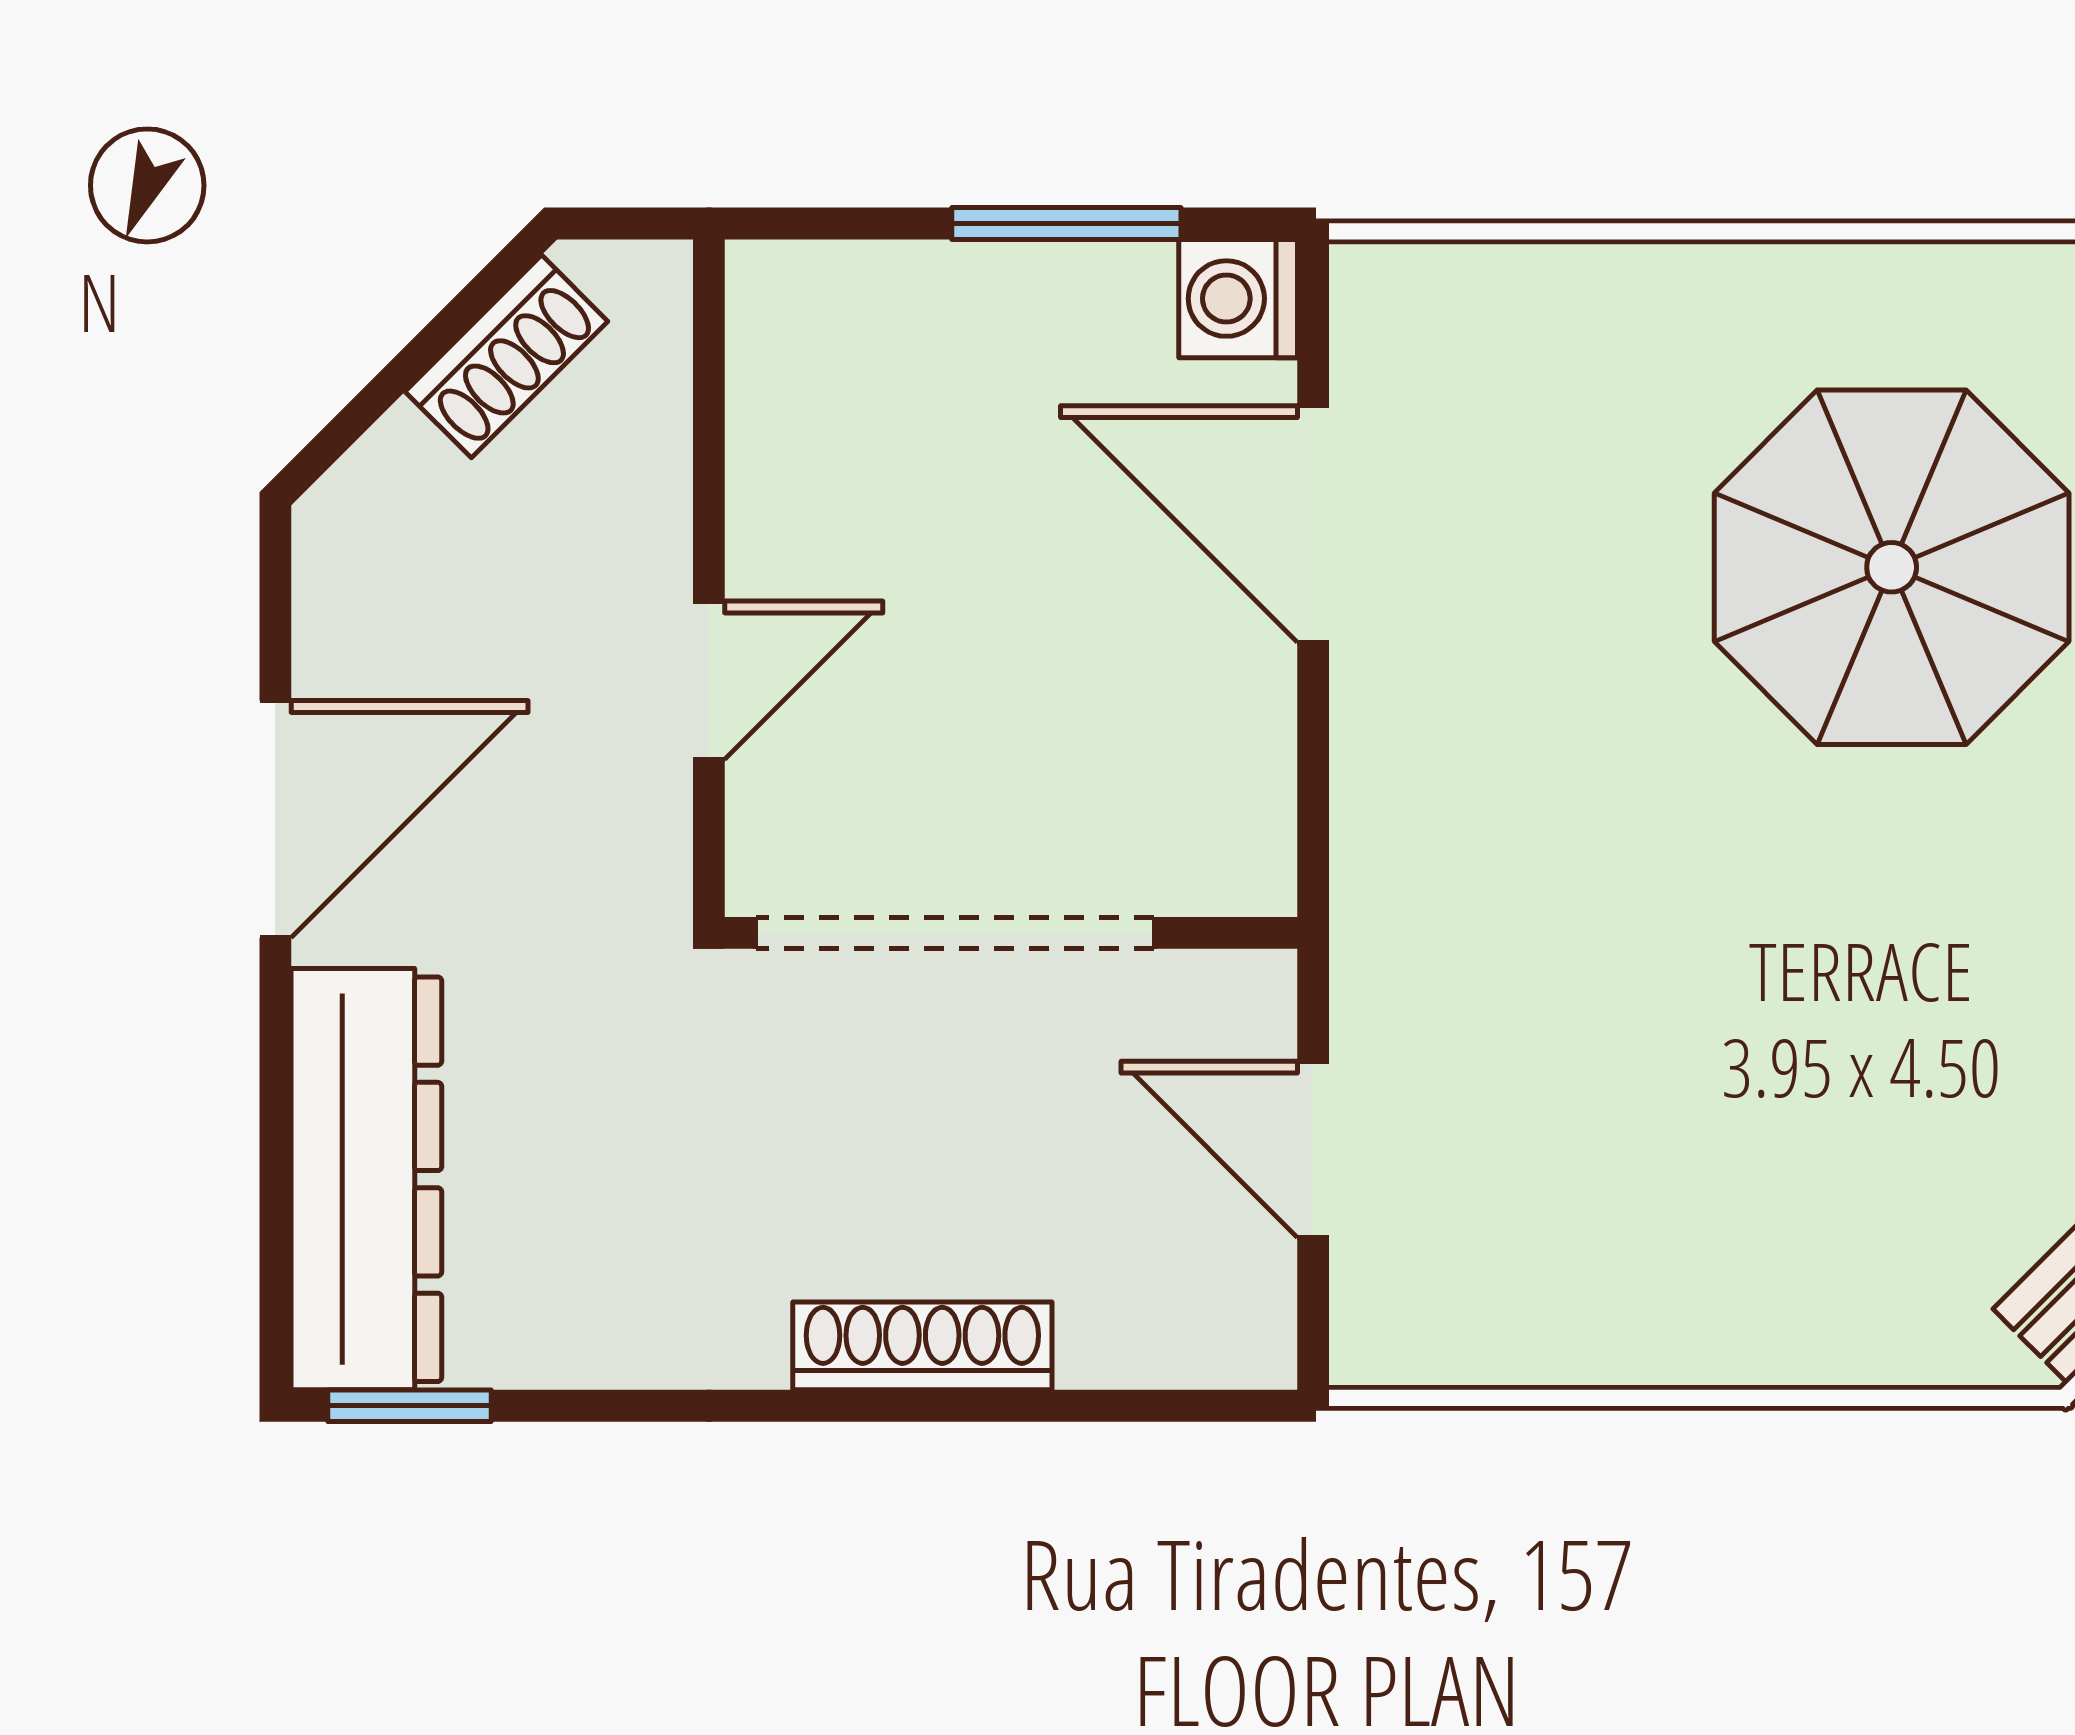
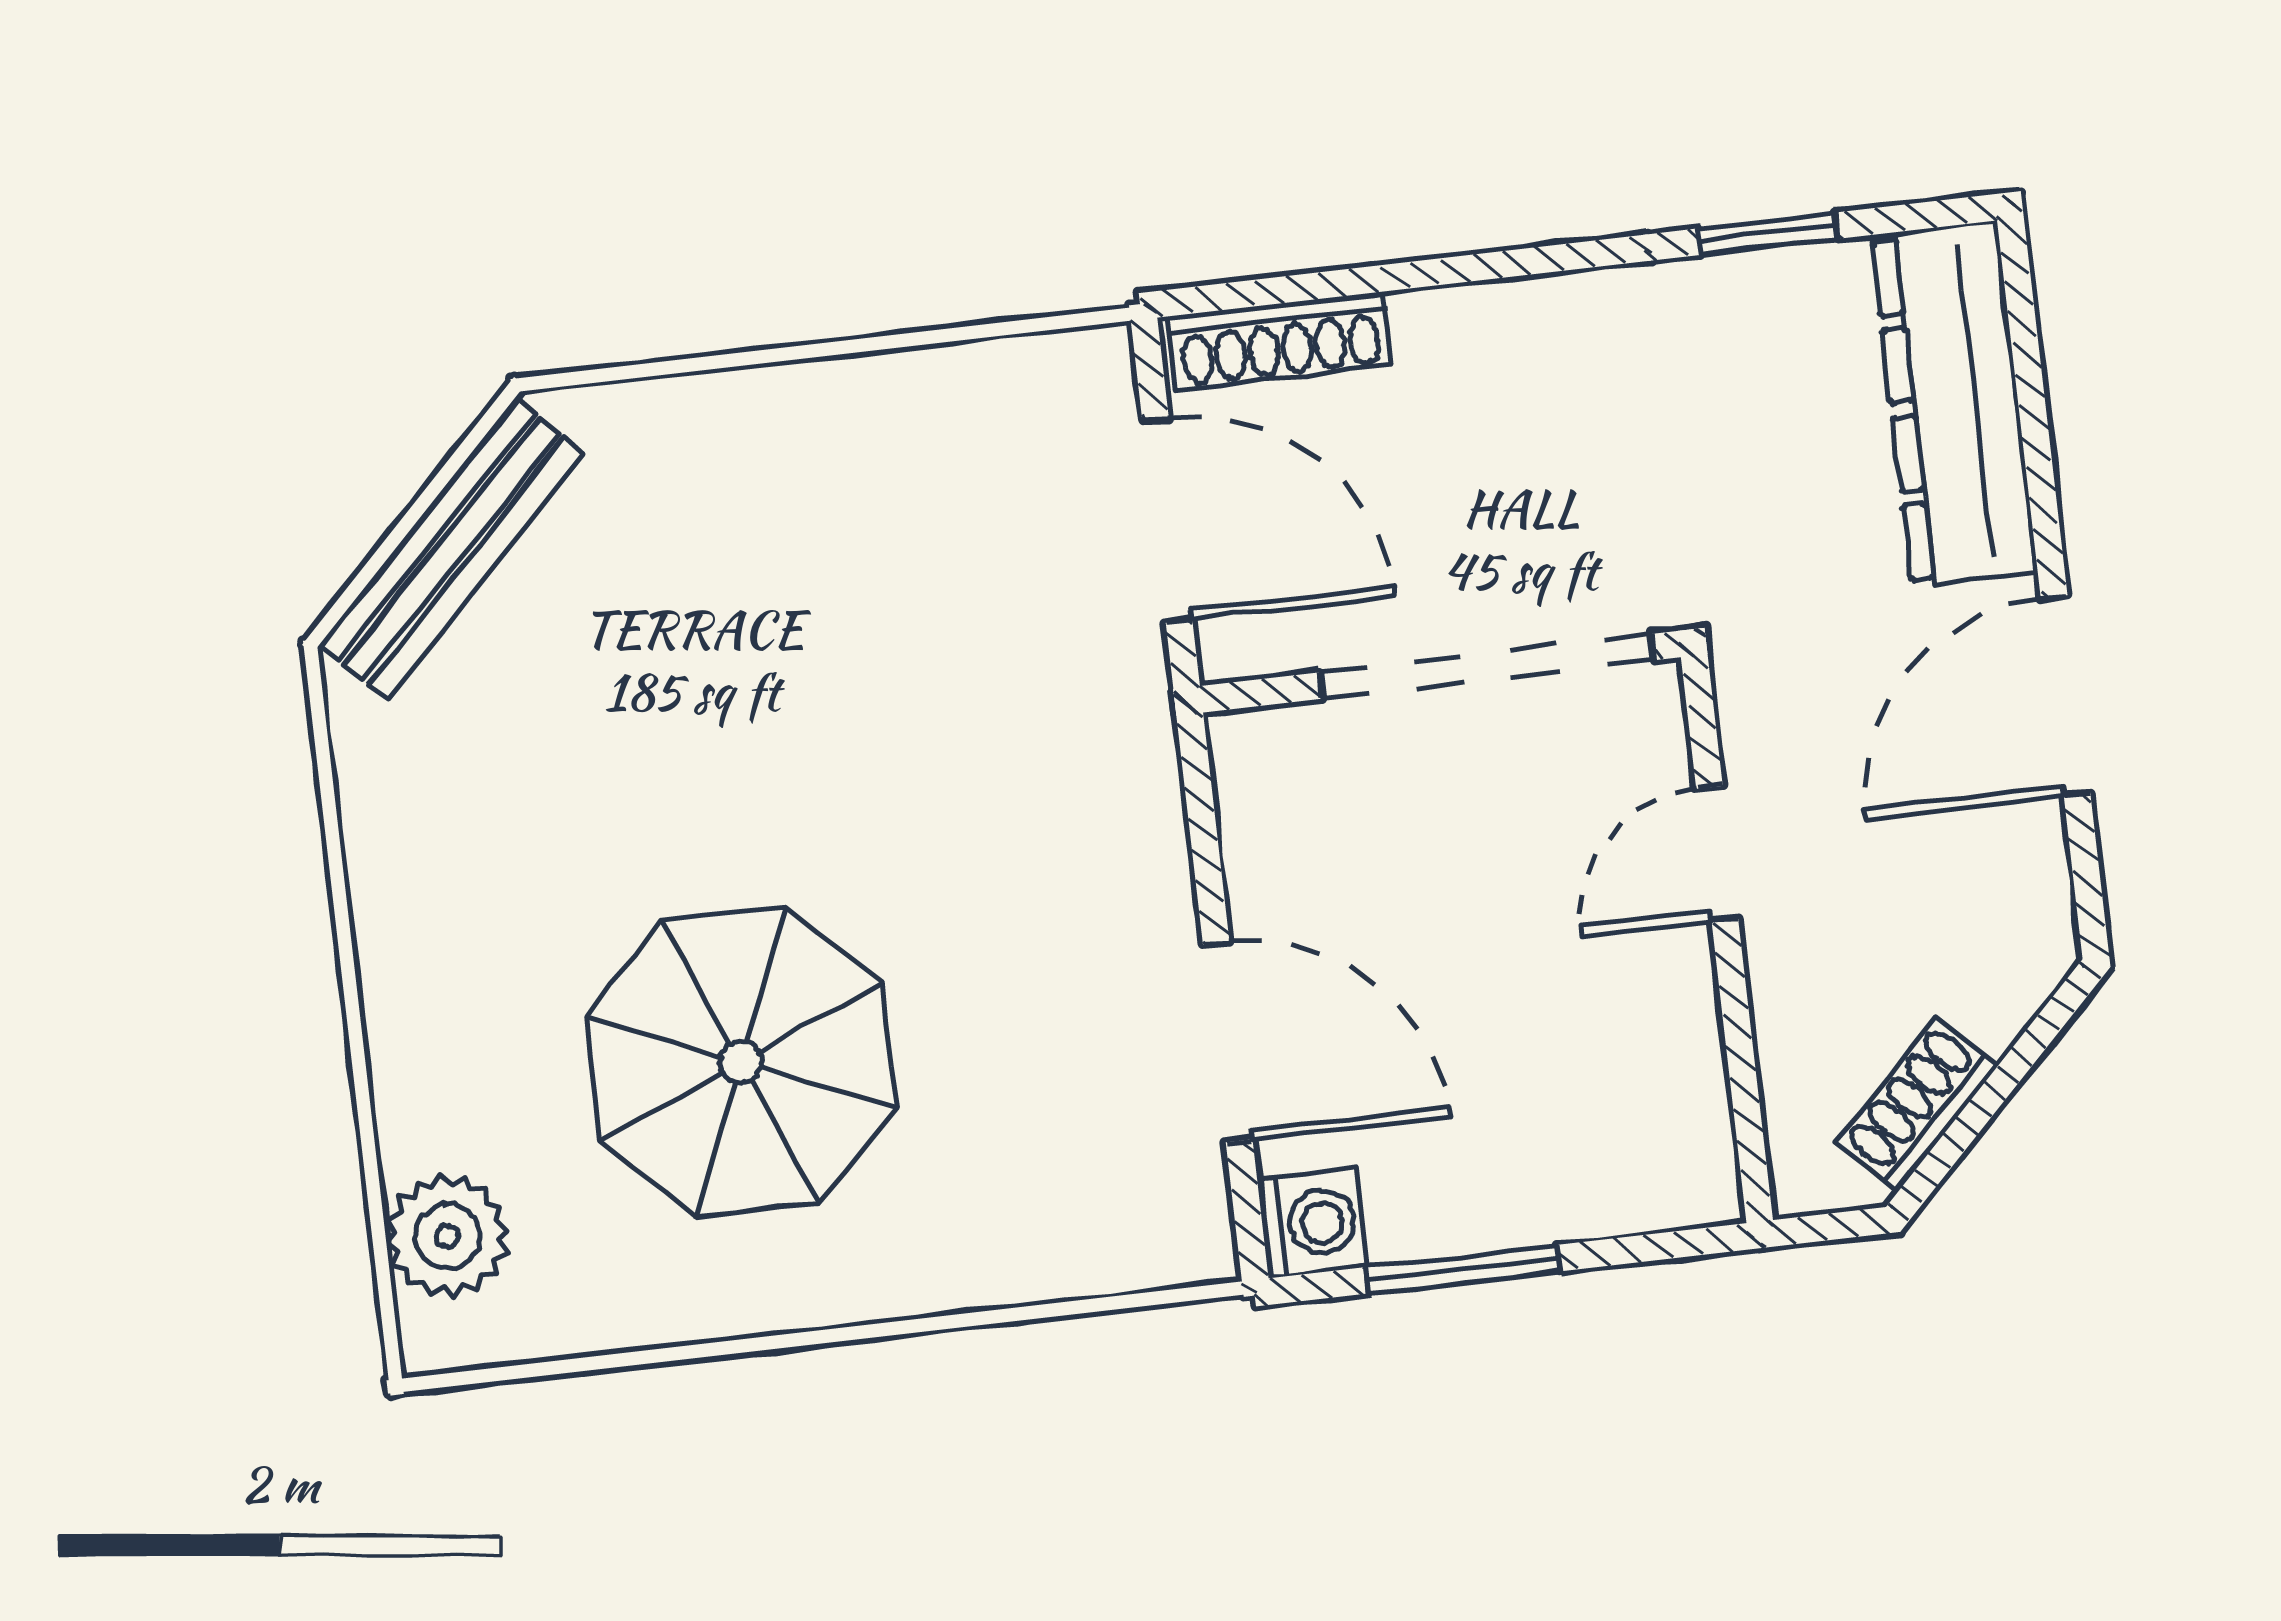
door: (1313, 1149) -> (1167, 520), width x1.38
shoe rack: (922, 1346) -> (1280, 341), moved
window: (409, 1406) -> (1768, 234), moved

